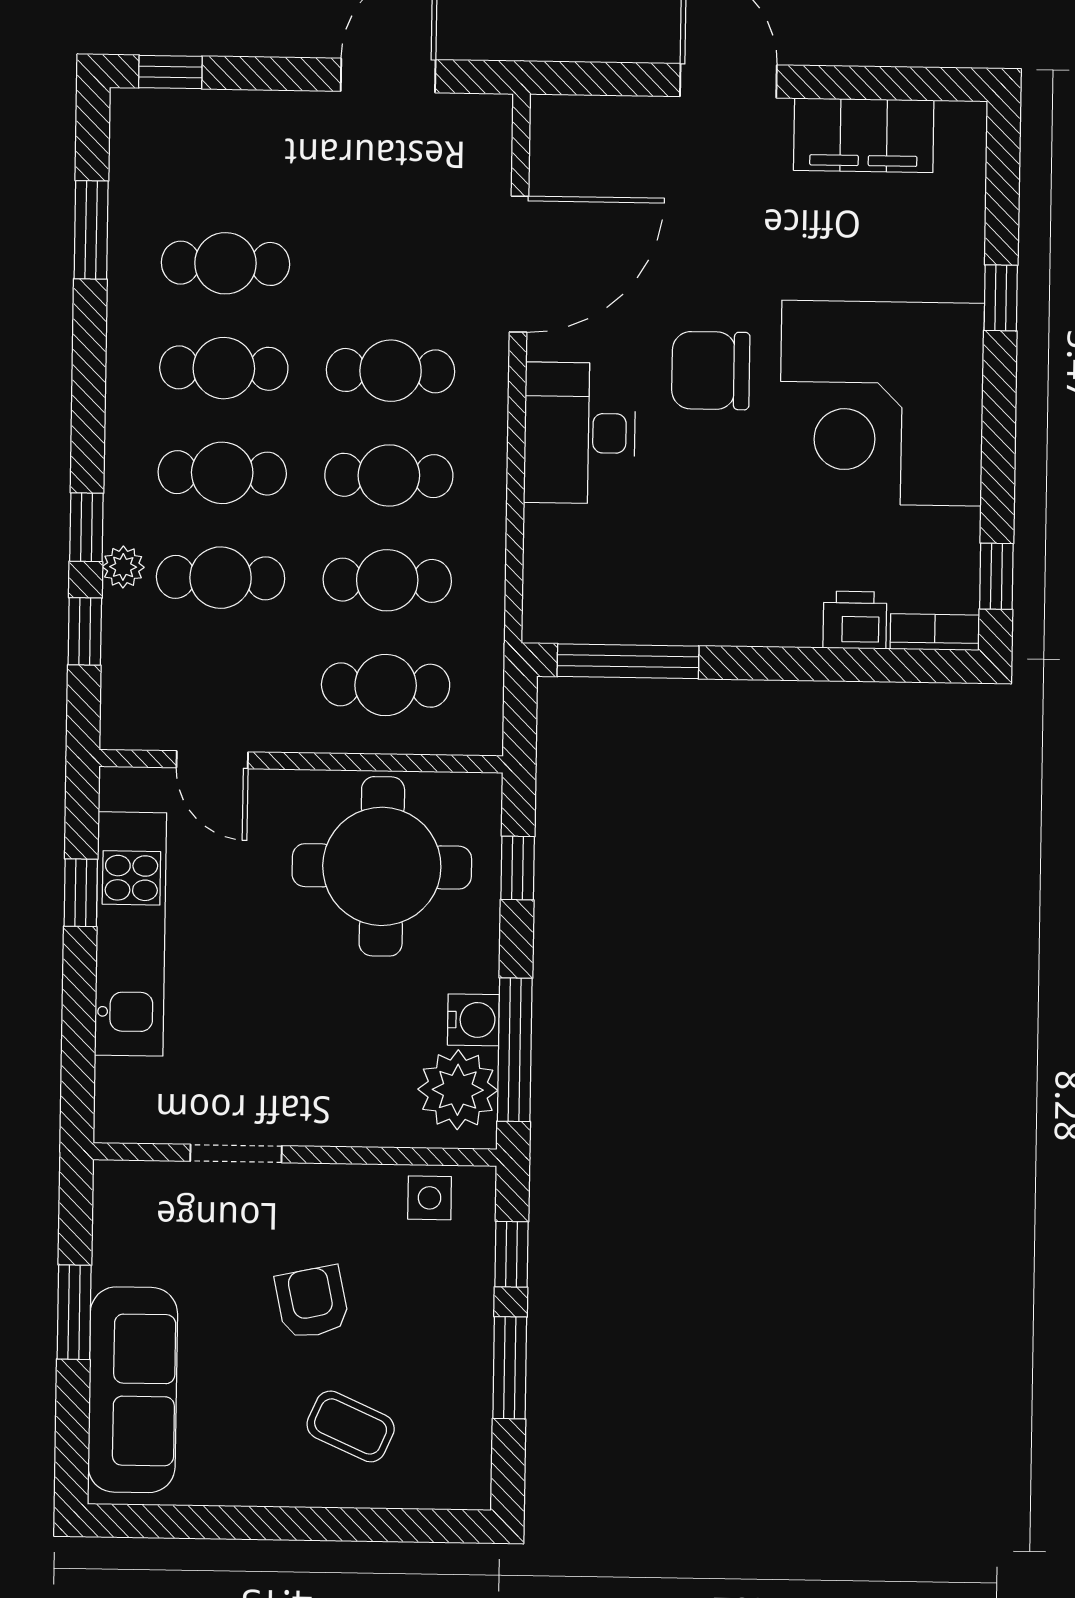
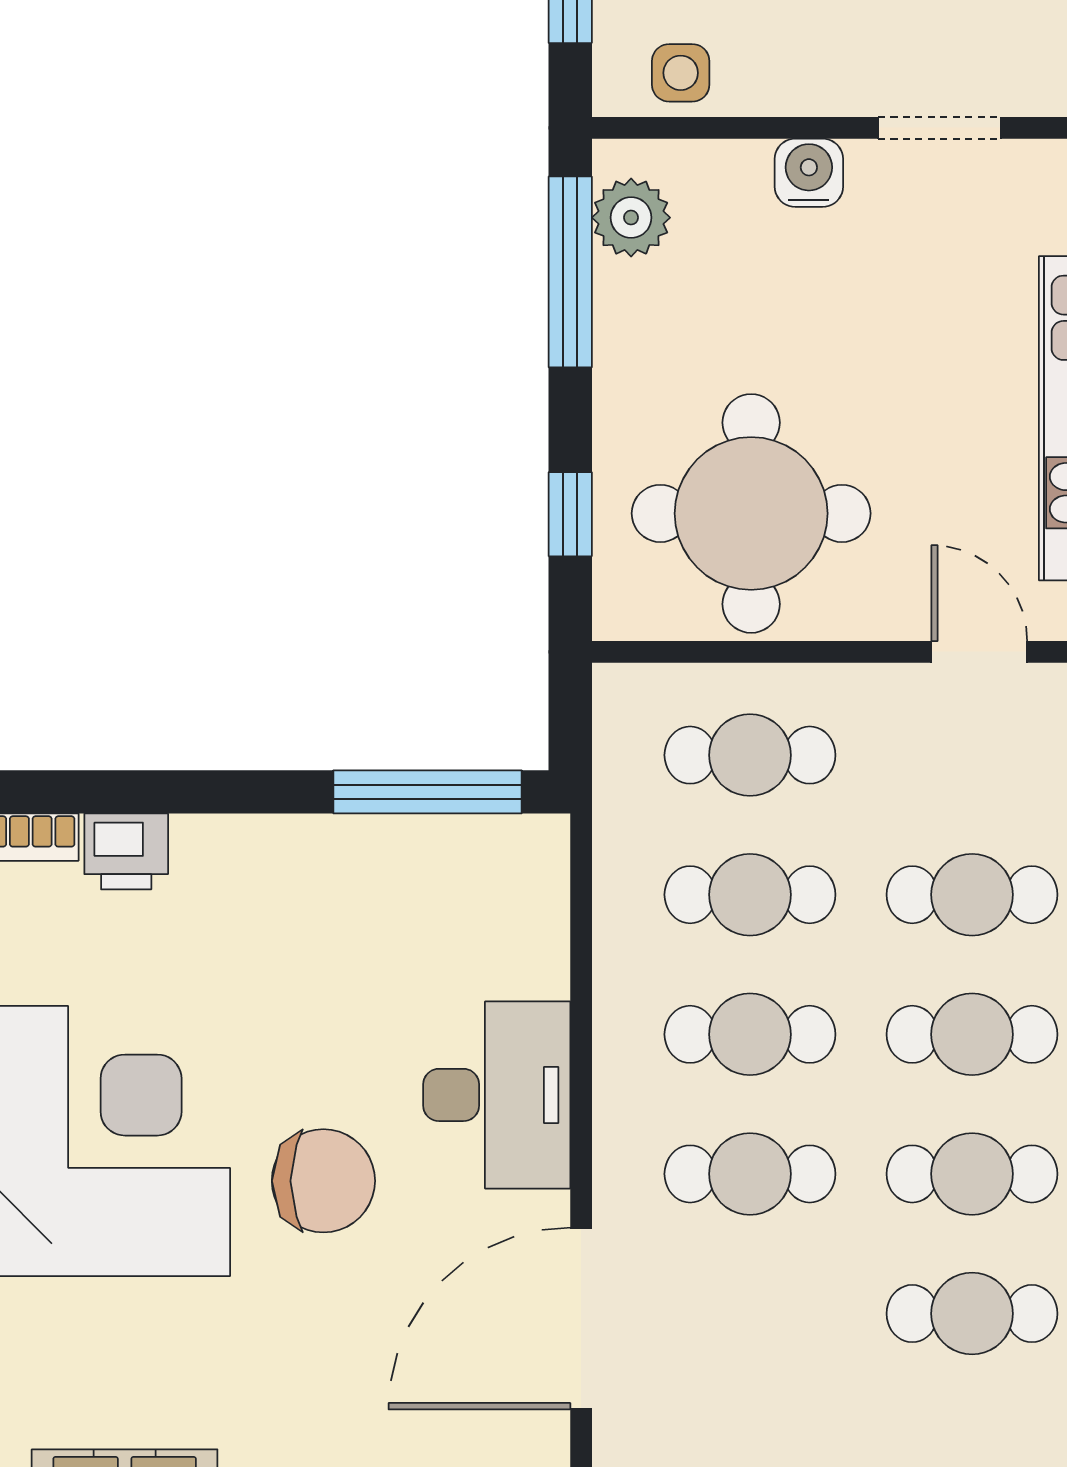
water cooler: (473, 1020) -> (809, 173), moved, turned 90
plant: (458, 1090) -> (631, 218), width x0.73, depth x0.73

